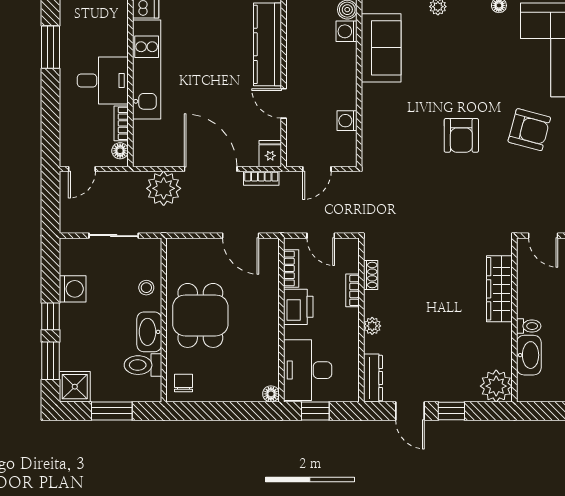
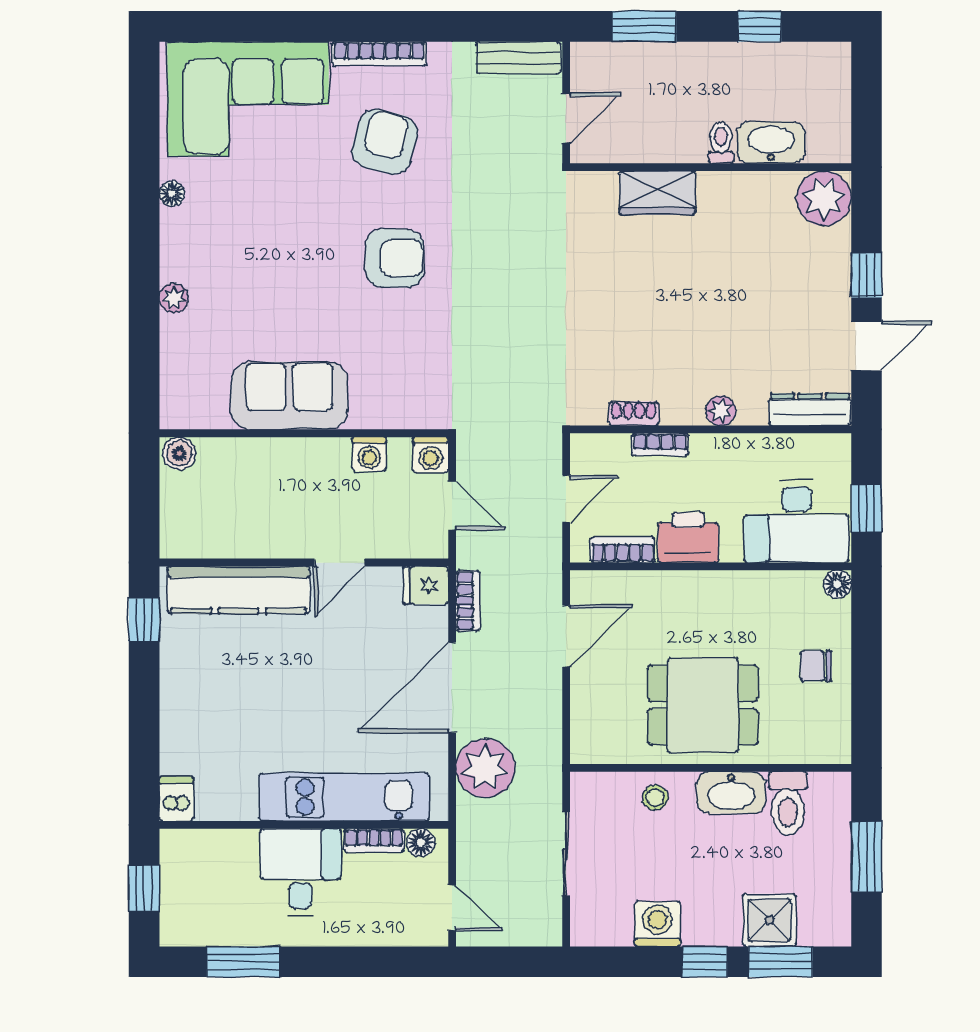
washing machine: (347, 31) -> (431, 455), moved
sofa: (381, 48) -> (289, 396), moved
kitchen unit: (147, 70) -> (344, 797), moved
wardrobe: (499, 289) -> (657, 193), width x0.67
chair: (184, 383) -> (816, 666), moved
shower: (75, 387) -> (769, 920), moved

